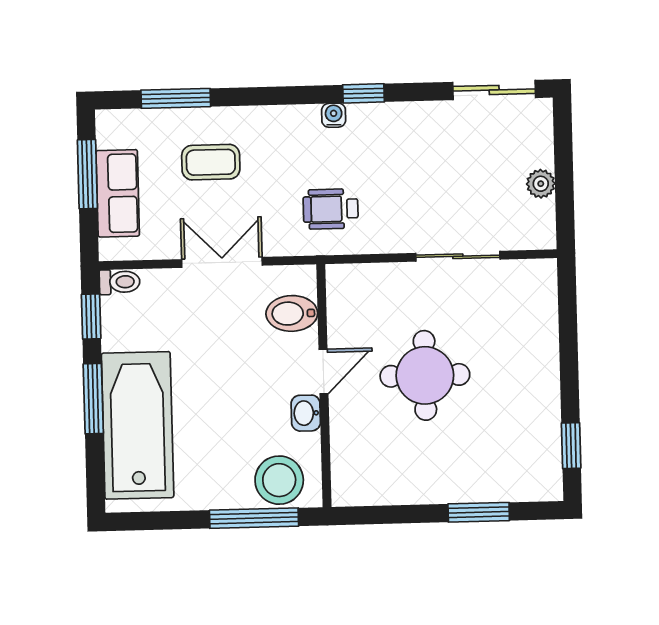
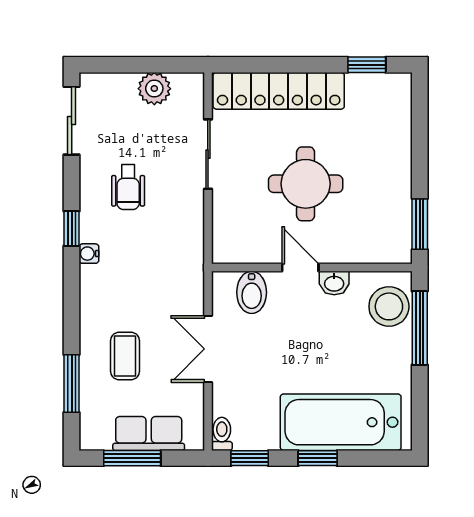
plant: (541, 184) -> (154, 89), width x1.38, depth x1.38
wheelchair: (331, 209) -> (128, 187), moved
locker: (537, 340) -> (279, 91), added
window: (93, 399) -> (318, 458), width x0.67
window: (479, 512) -> (420, 224), moved

